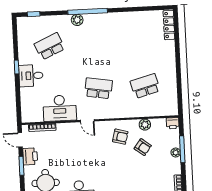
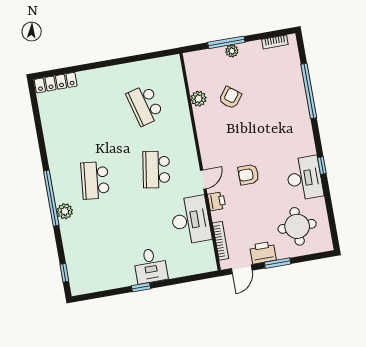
school desk: (50, 46) -> (95, 180), moved, turned 30
printer: (173, 123) -> (217, 201), moved
armchair: (120, 137) -> (248, 175), moved, turned -105

